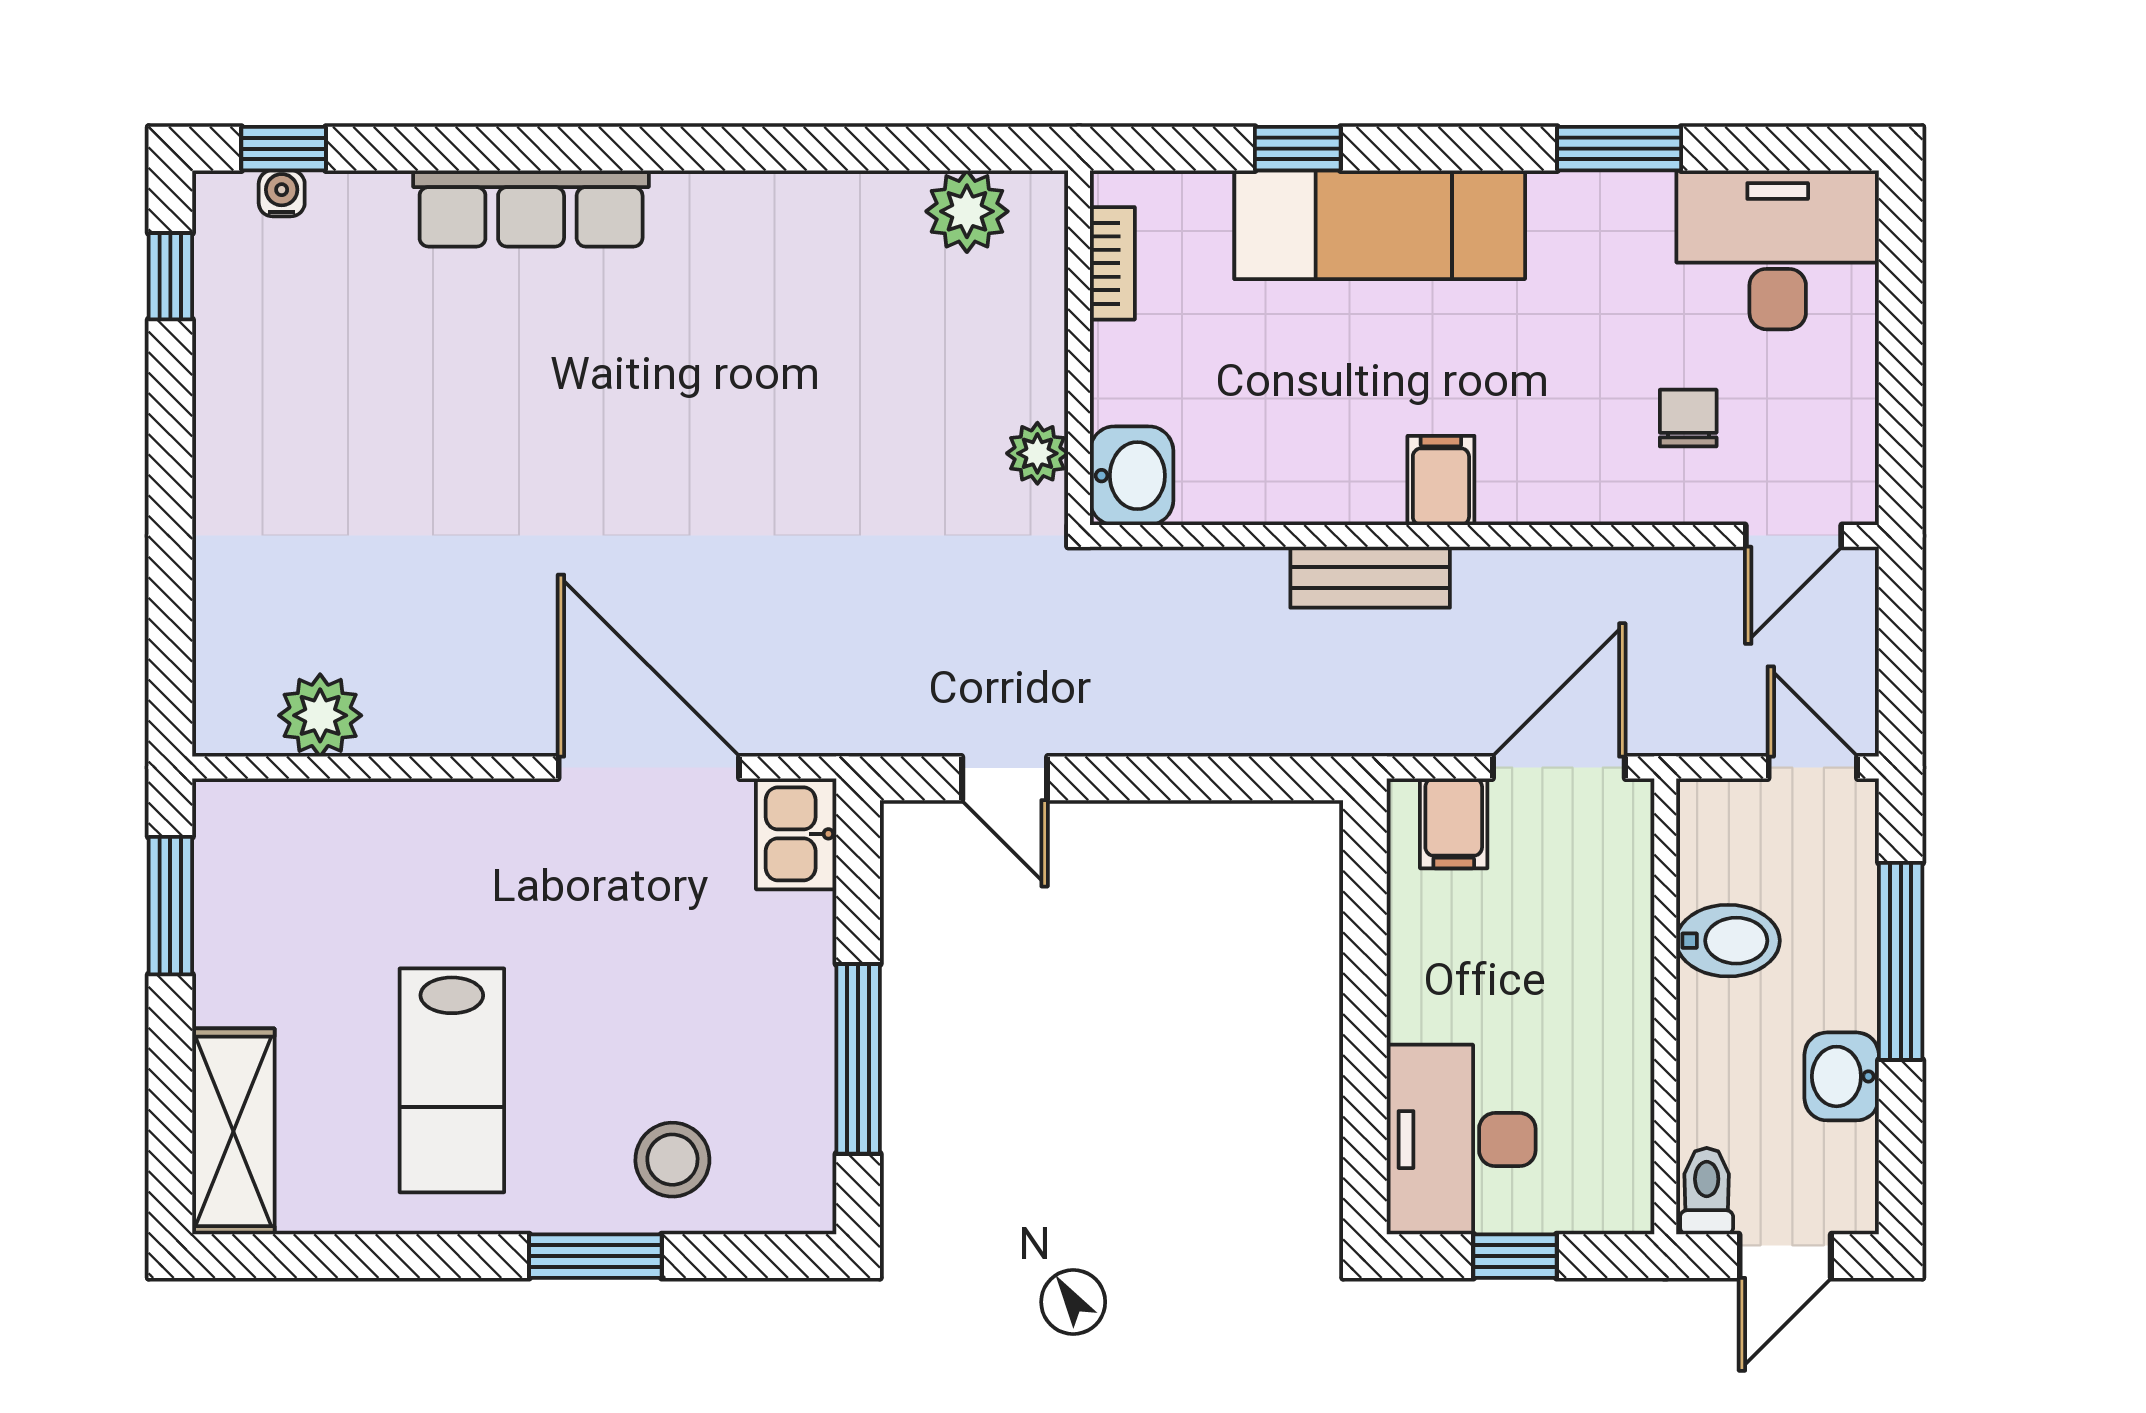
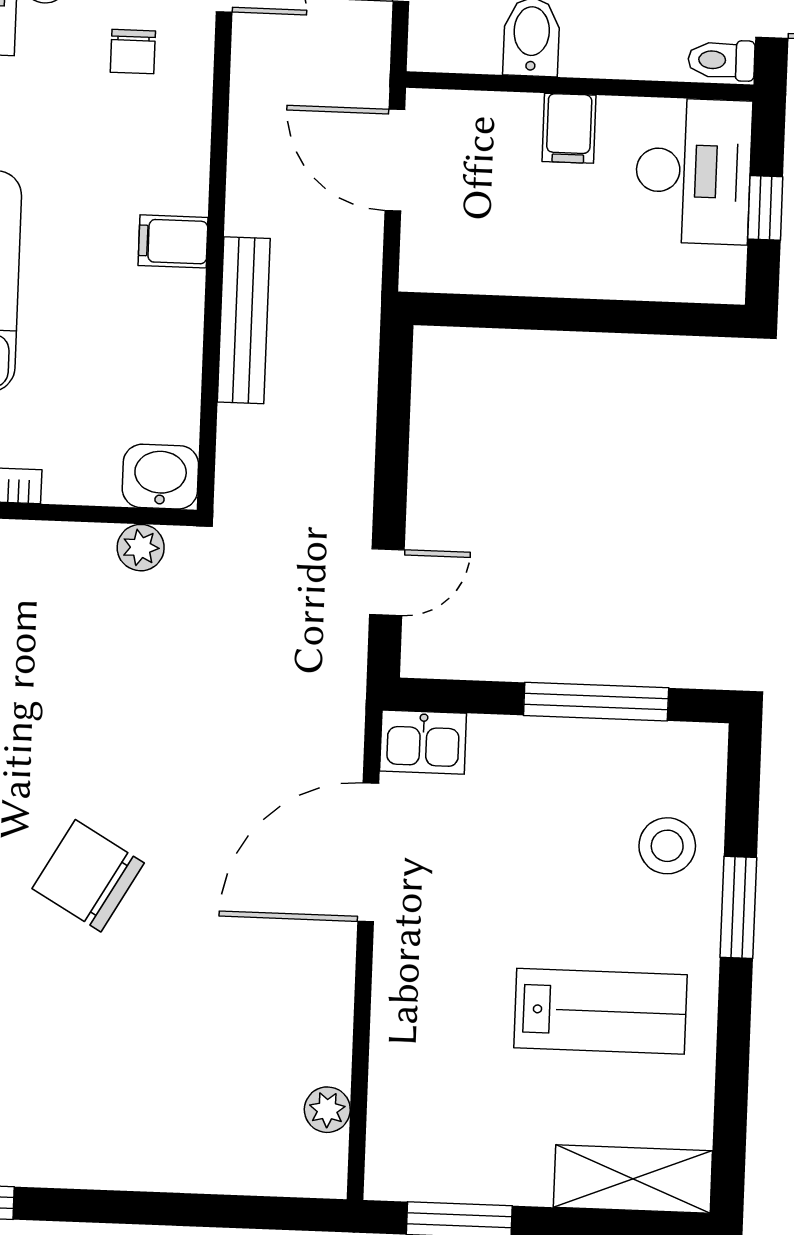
chair: (604, 401) -> (88, 876), added
chair: (1688, 418) -> (133, 52), turned -90
bench: (1370, 577) -> (244, 320), width x1.36
plant: (320, 715) -> (327, 1110), width x0.73, depth x0.73
filing cabinet: (1454, 823) -> (569, 128), moved, turned 90
desk: (1461, 1140) -> (693, 171), moved, turned -90

